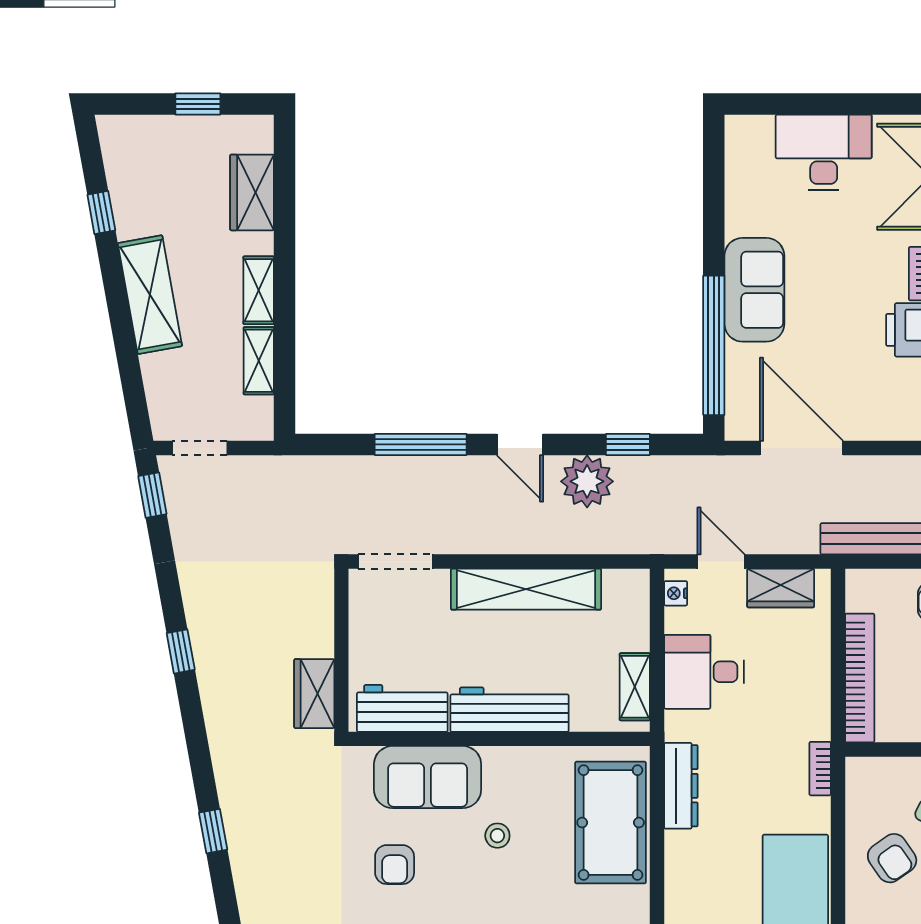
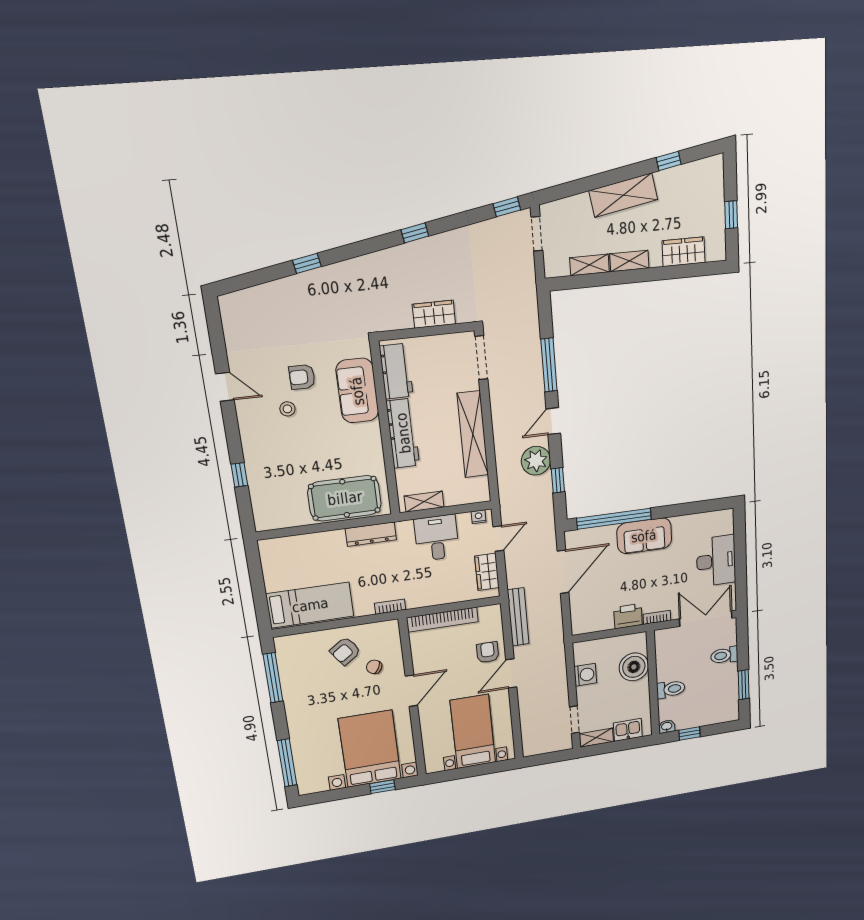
wardrobe: (314, 694) -> (434, 314), moved
stool: (497, 836) -> (287, 409), moved

